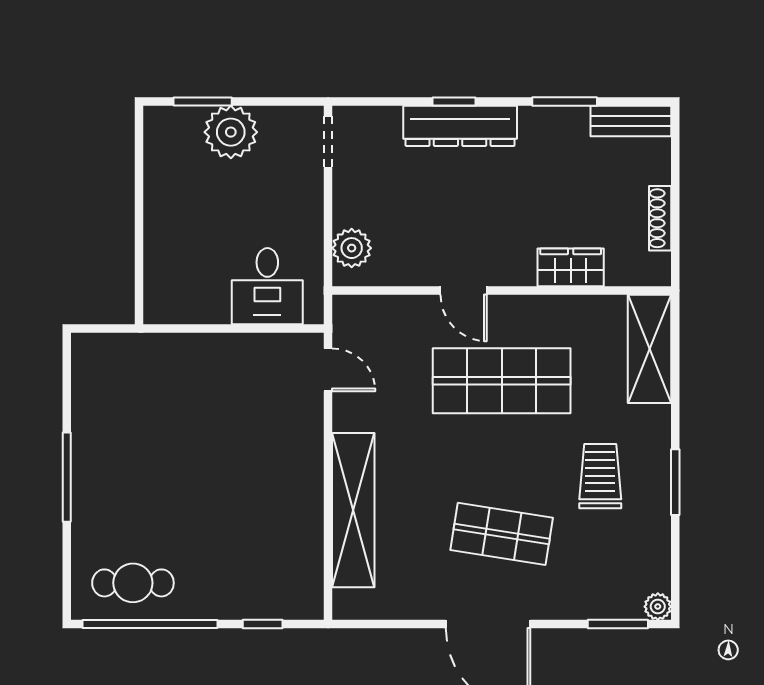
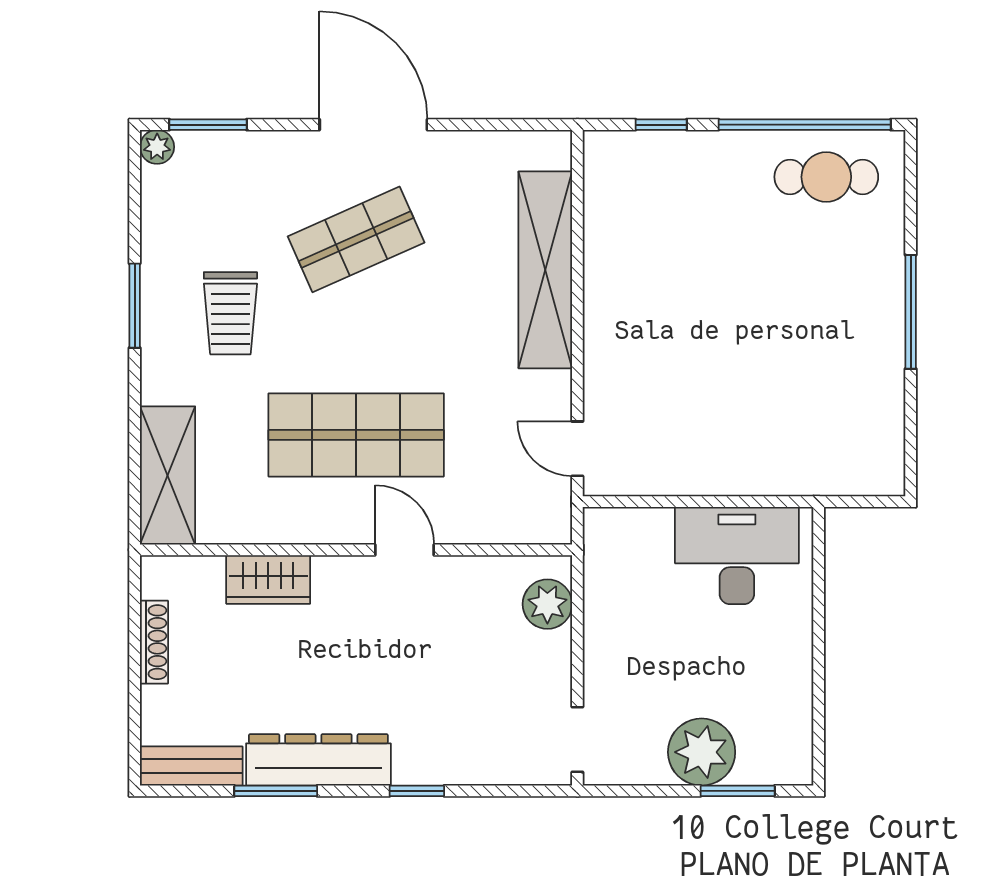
dresser: (460, 126) -> (318, 760), moved
desk: (267, 286) -> (737, 556), moved, width x1.37
shop shelf: (502, 534) -> (356, 239), turned -33

